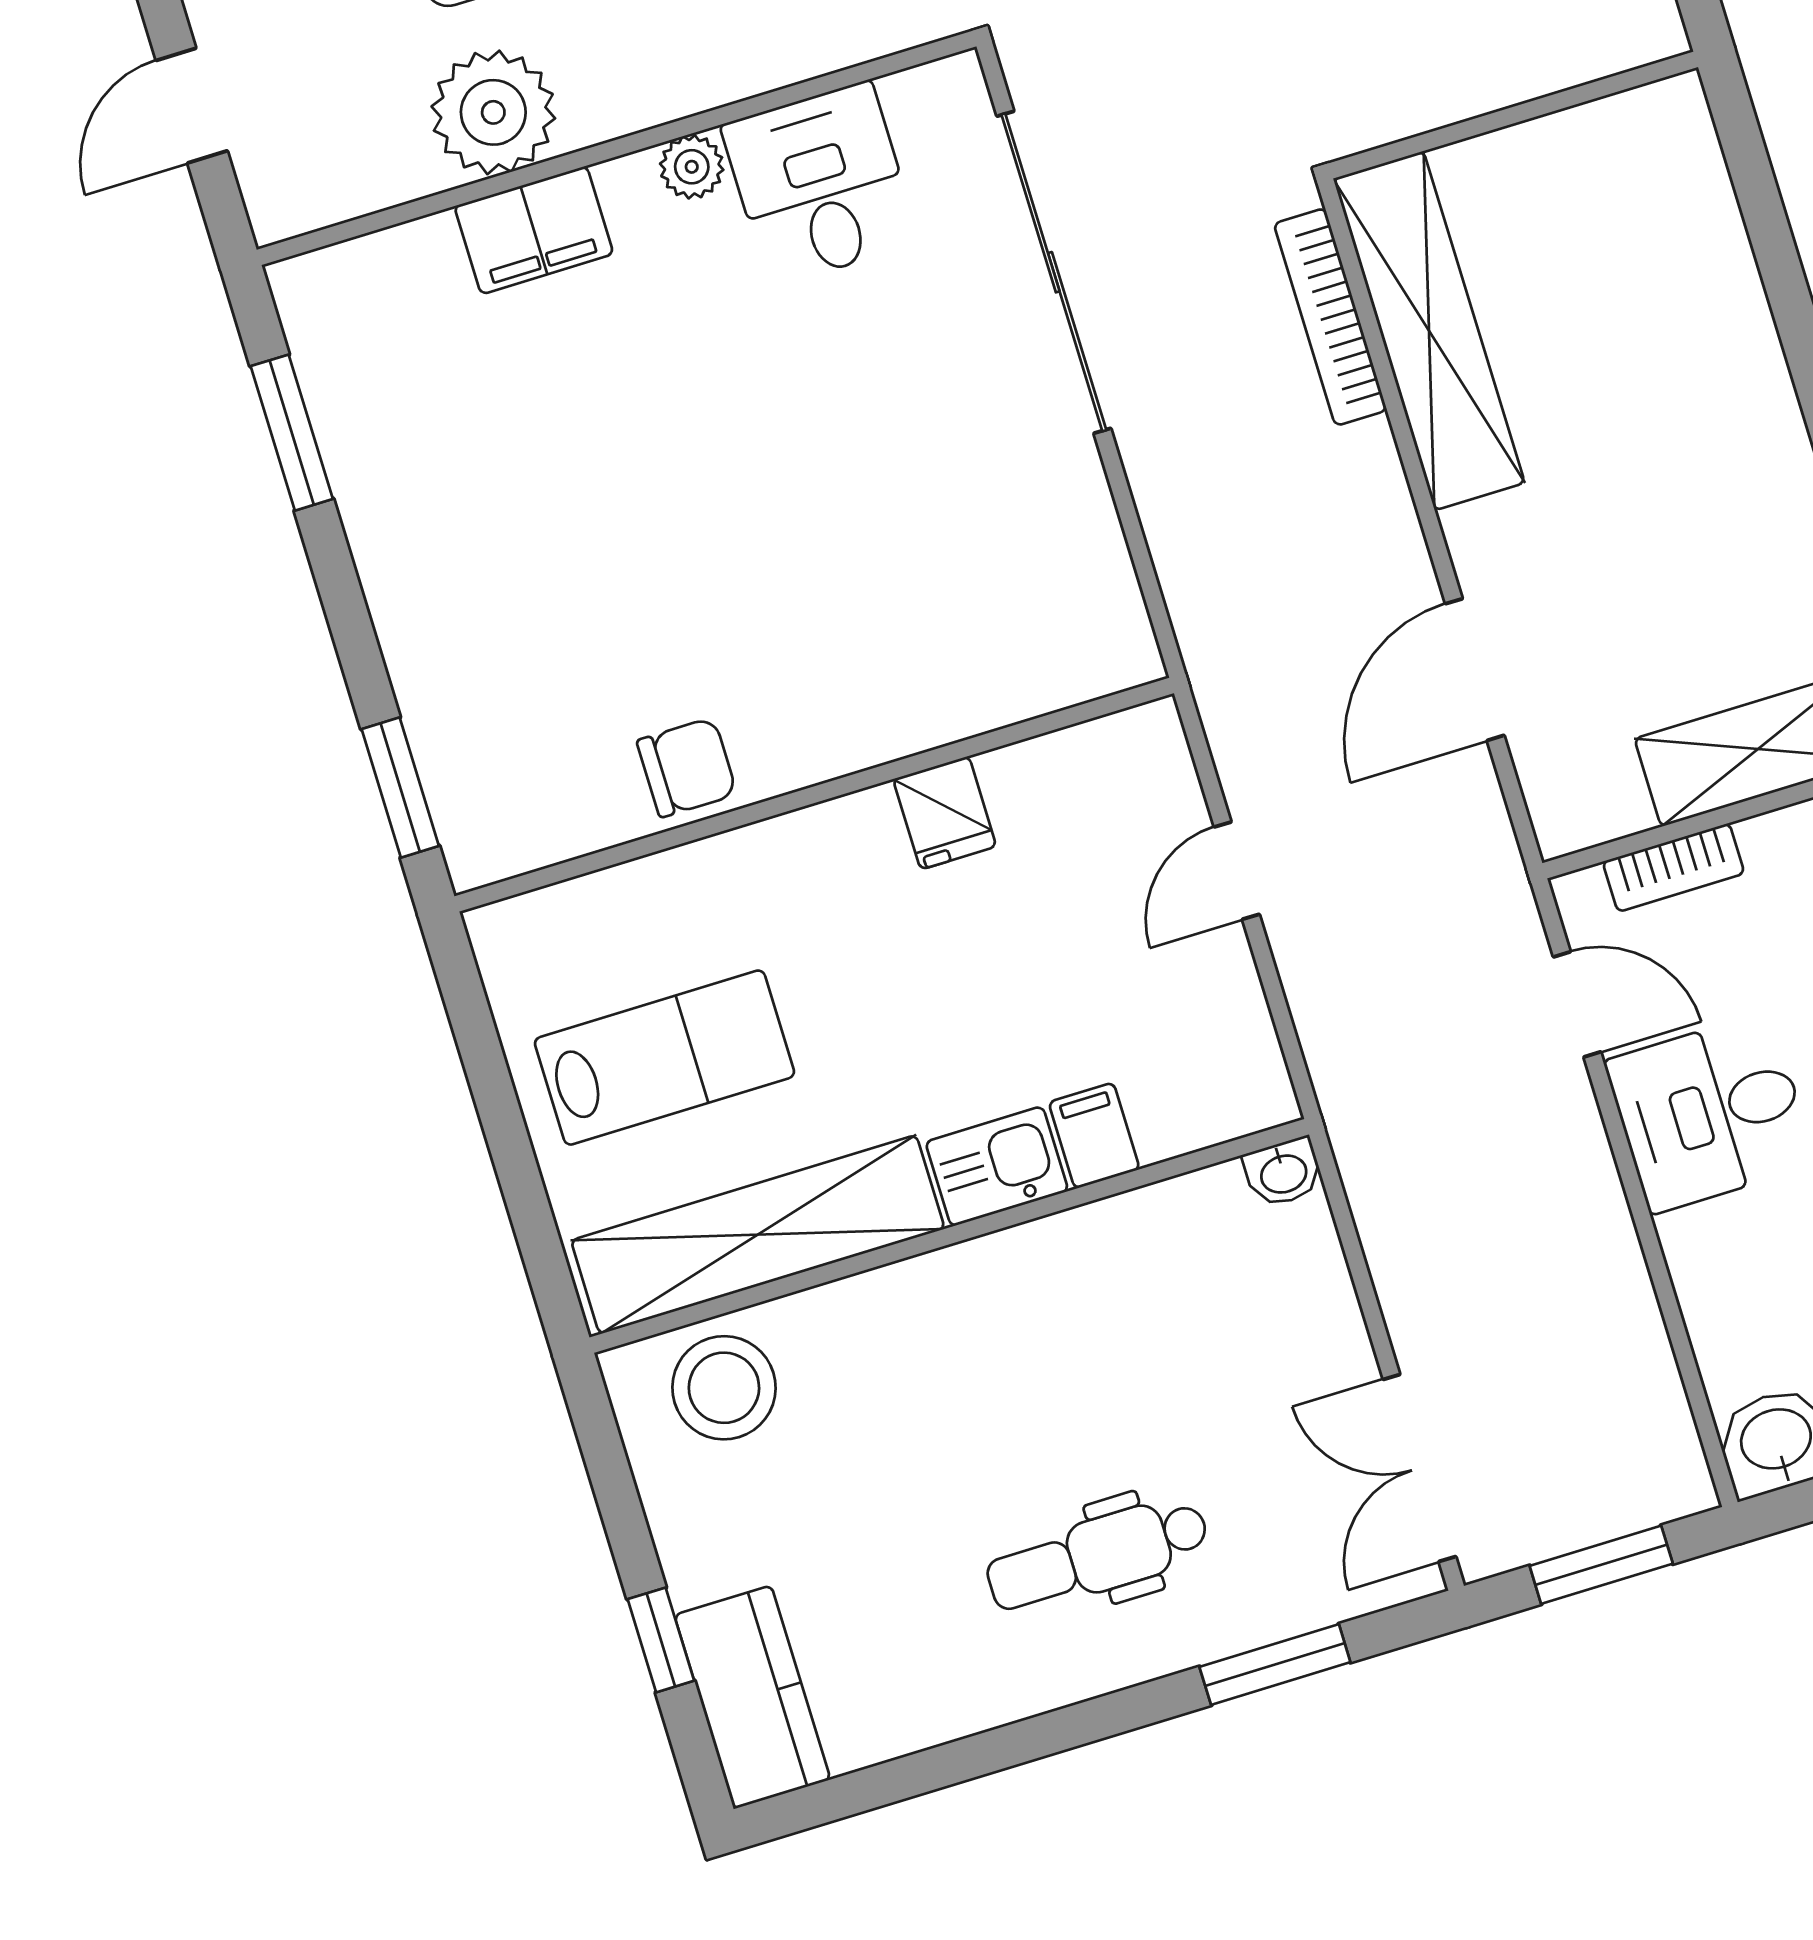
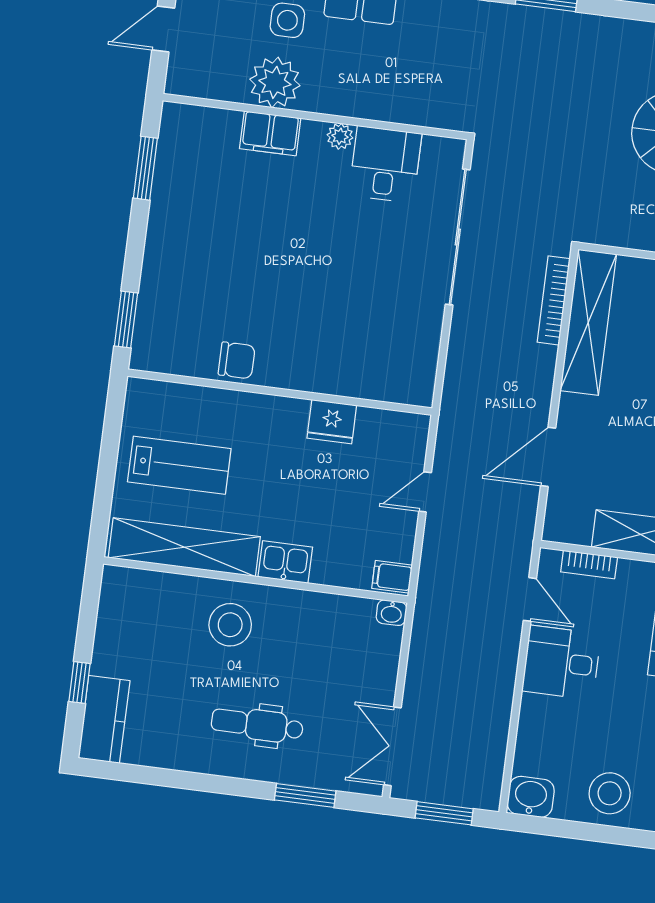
fridge: (945, 813) -> (332, 422), width x1.38
filing cabinet: (1094, 1136) -> (392, 577), moved, turned -90
stool: (724, 1388) -> (230, 625), moved

